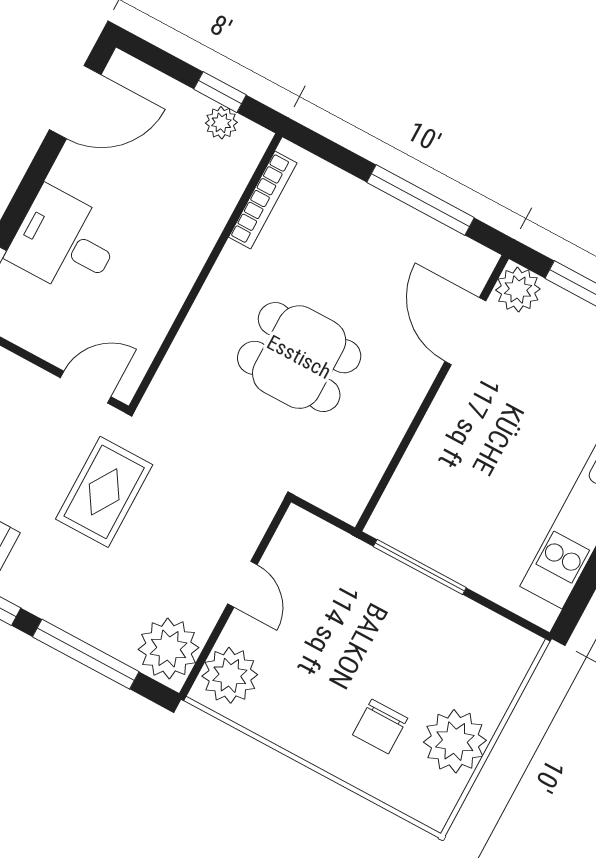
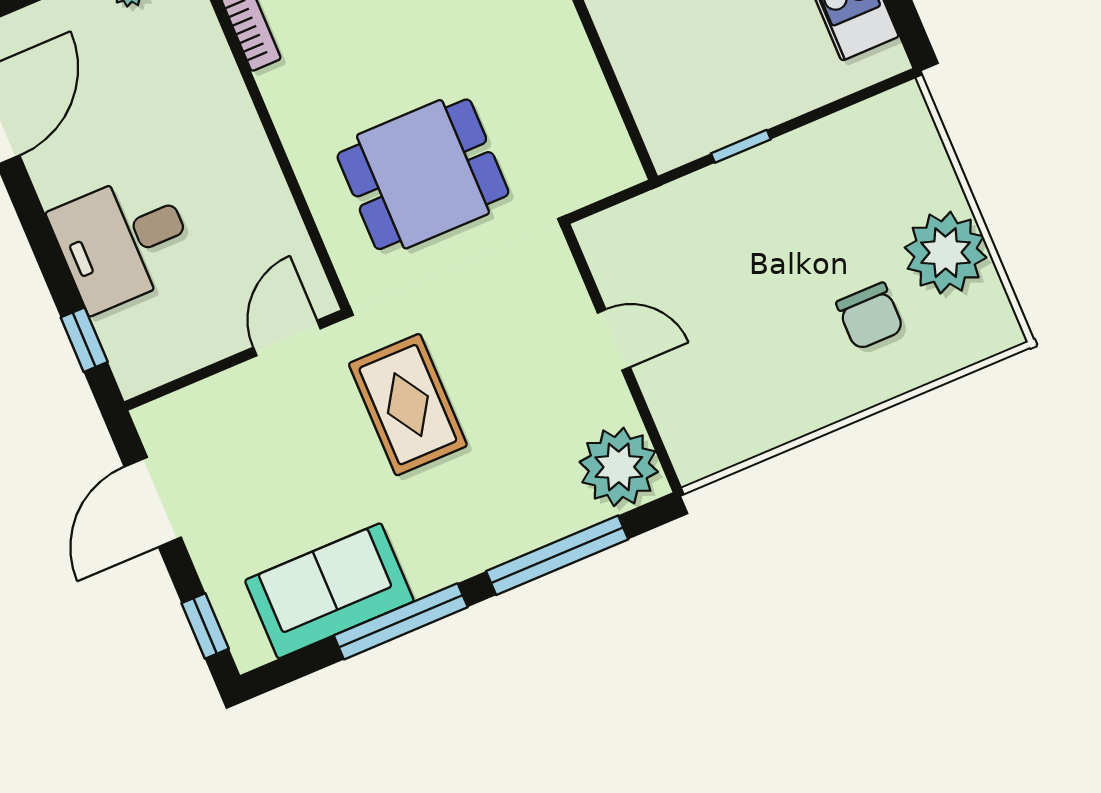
dining table: (299, 357) -> (423, 174), moved
window: (420, 567) -> (741, 146), width x0.46
plant: (230, 675) -> (696, 427), removed

